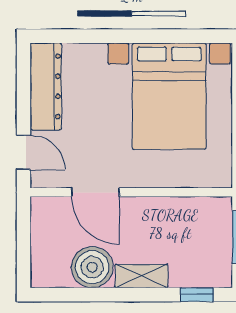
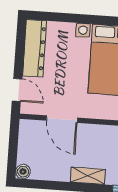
boiler: (92, 267) -> (23, 172), moved, width x0.54, depth x0.54

